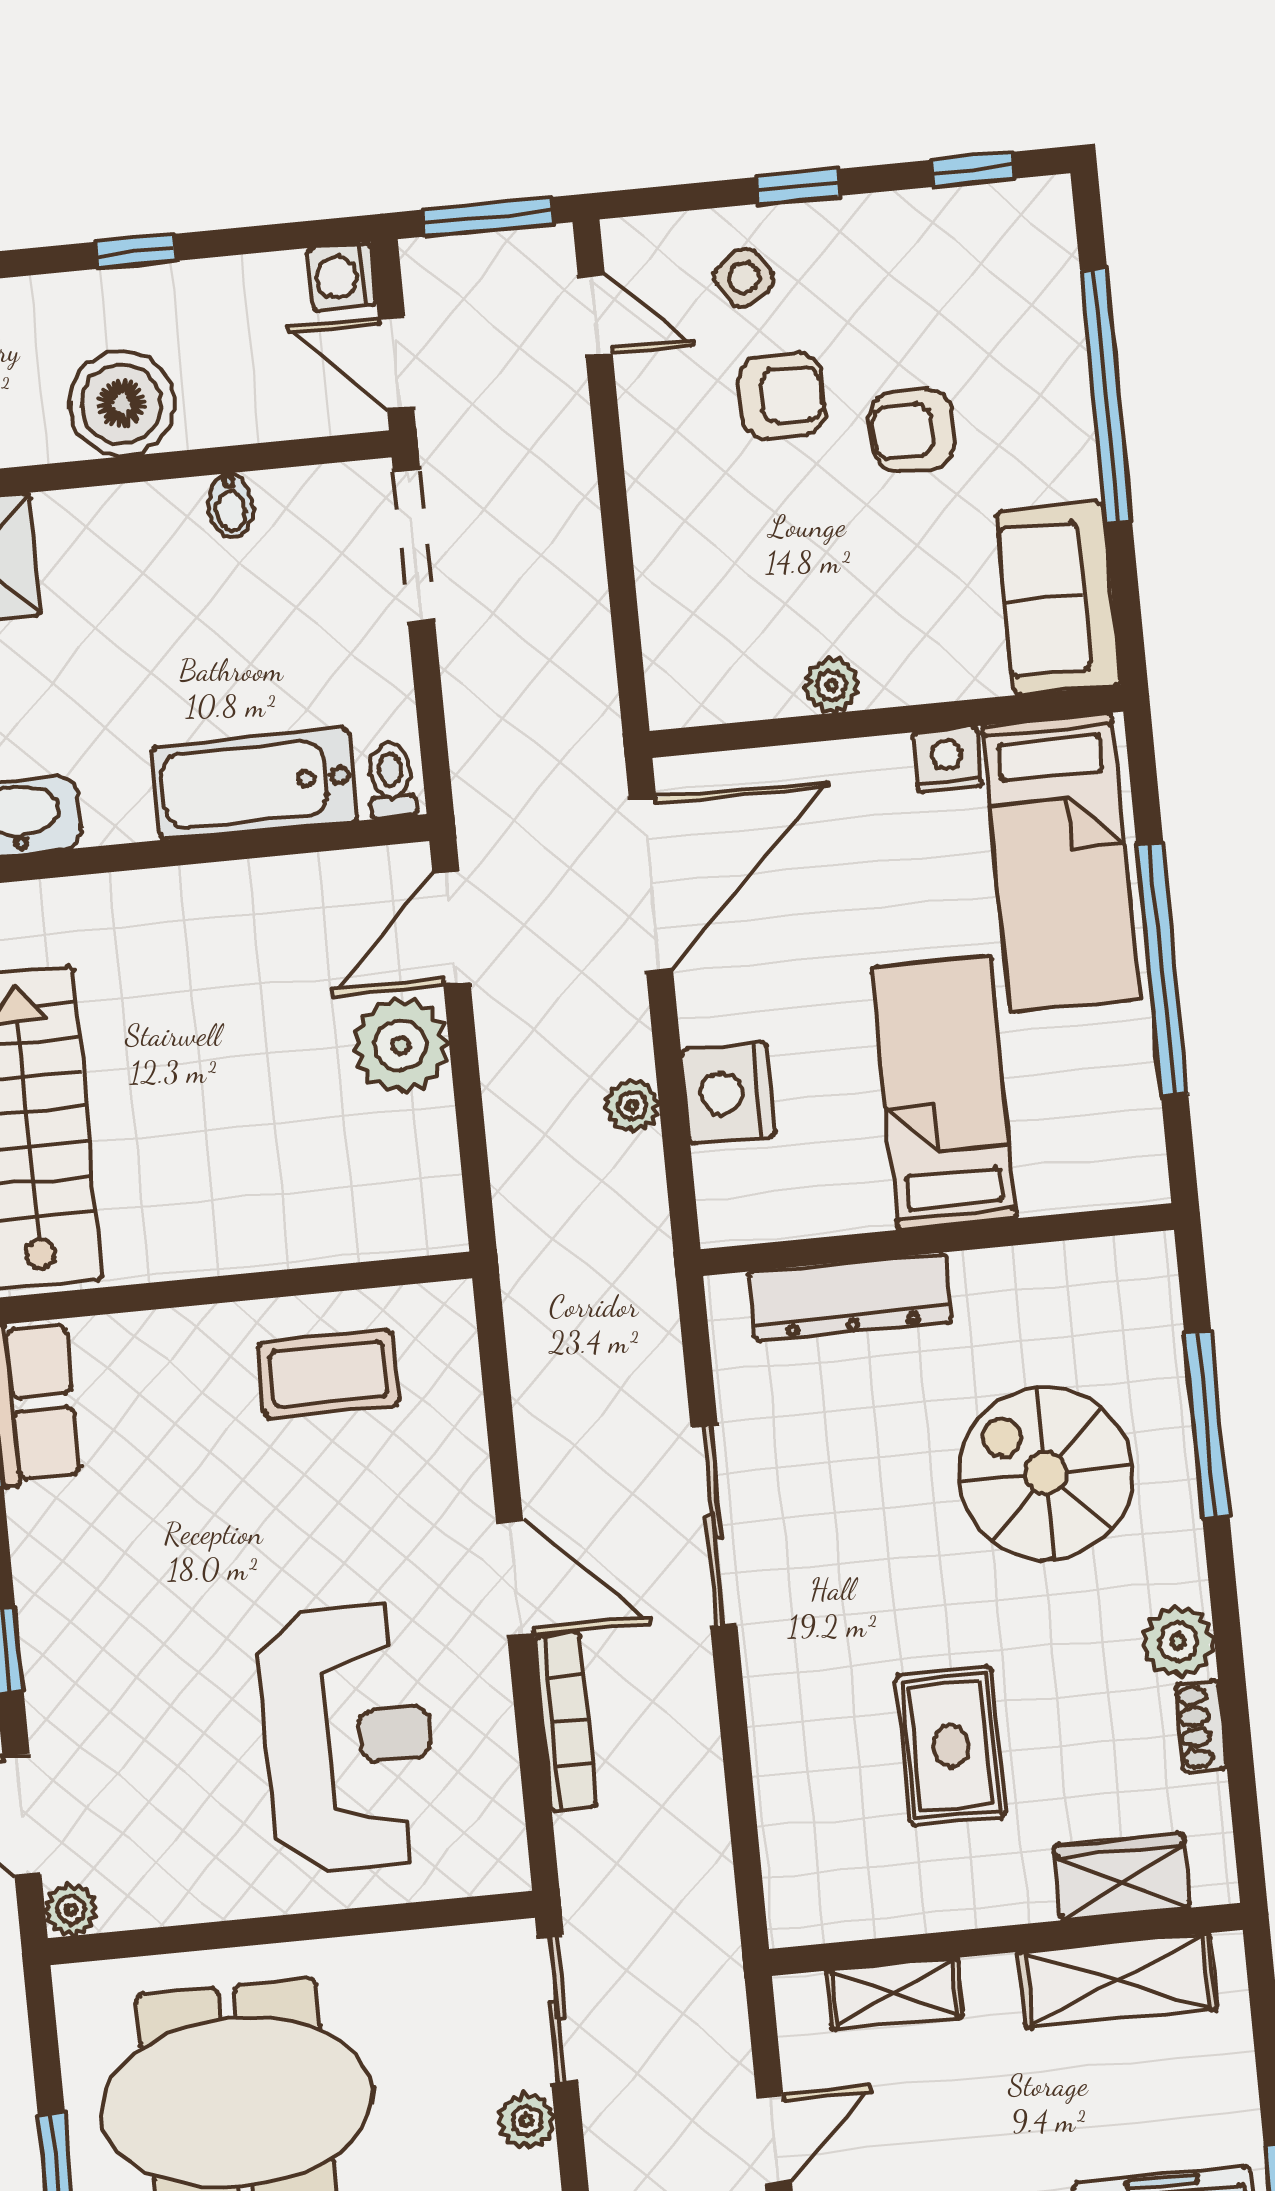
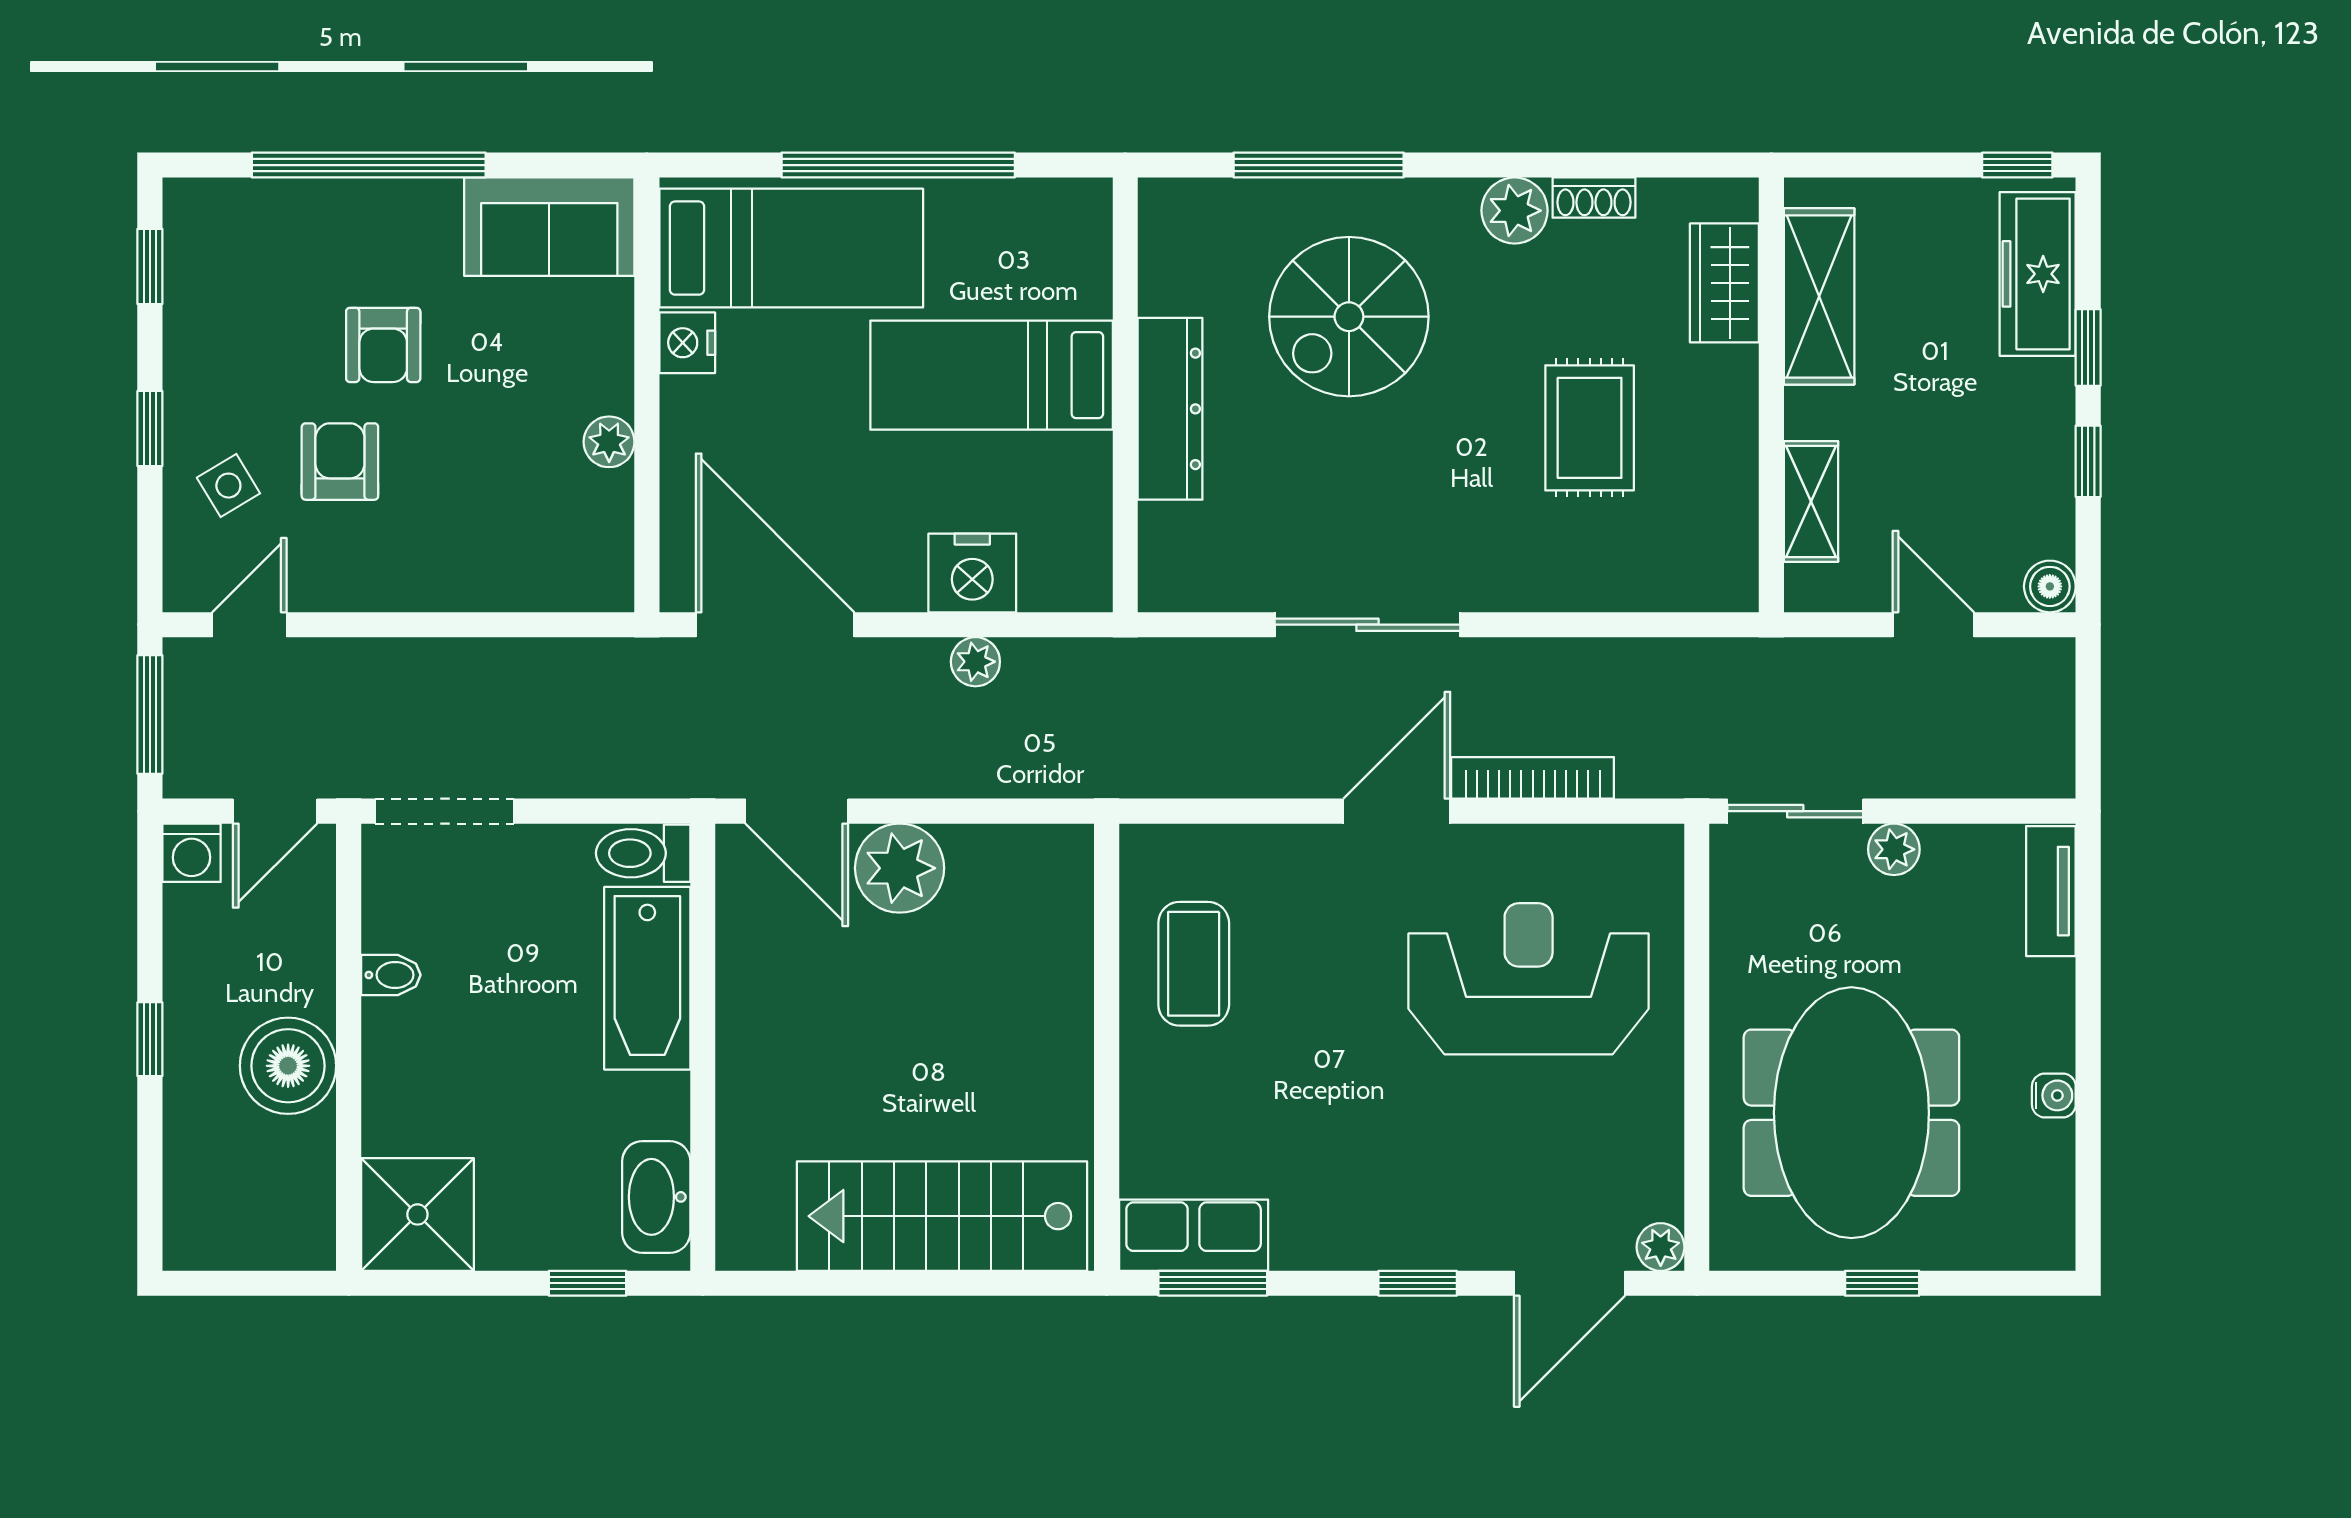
toilet: (391, 780) -> (643, 853), width x1.37, depth x1.39
dresser: (851, 1297) -> (1170, 409), moved
rug: (951, 1746) -> (1590, 428), turned 90

